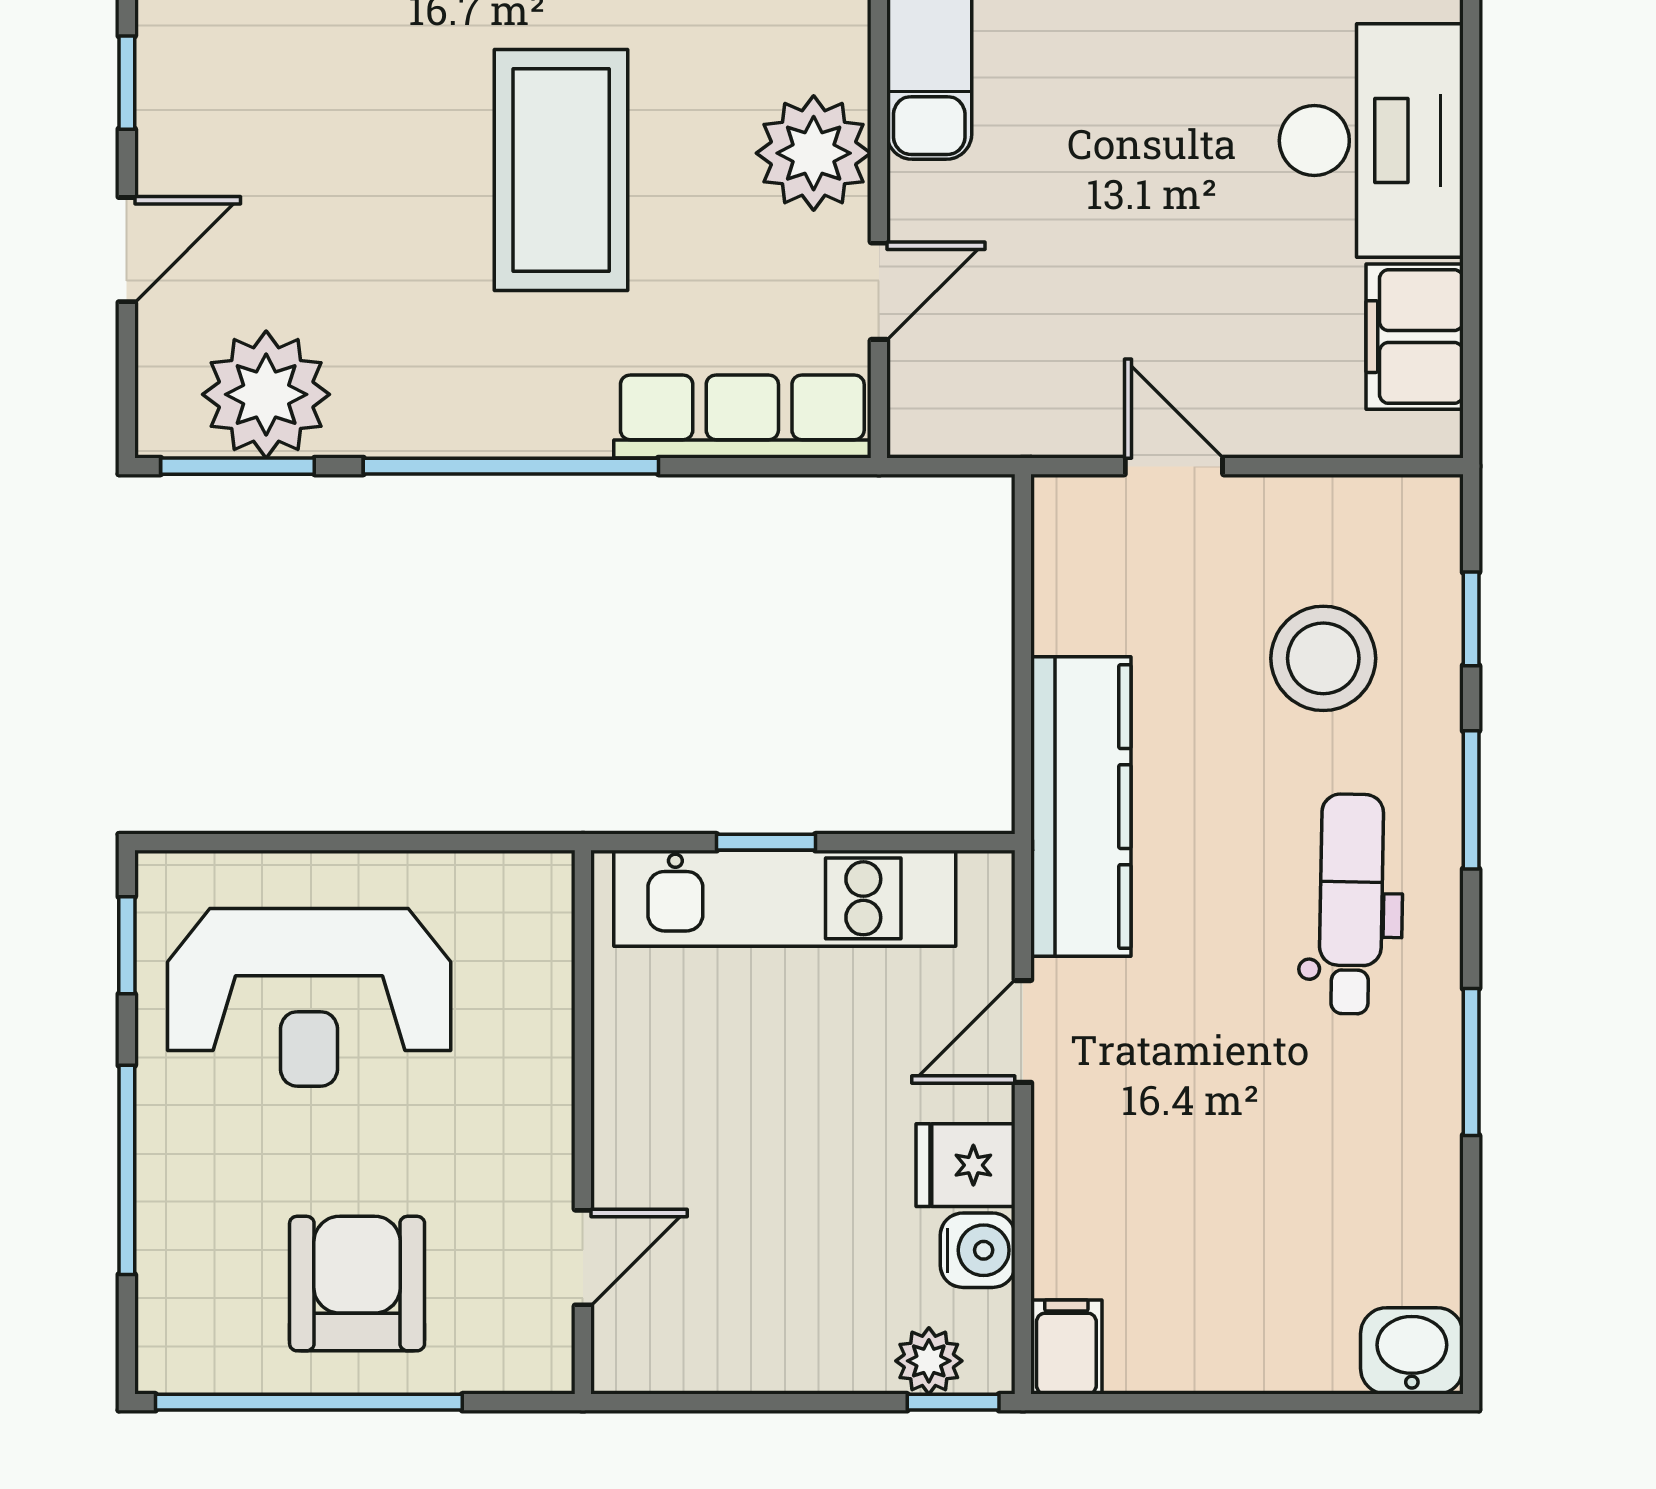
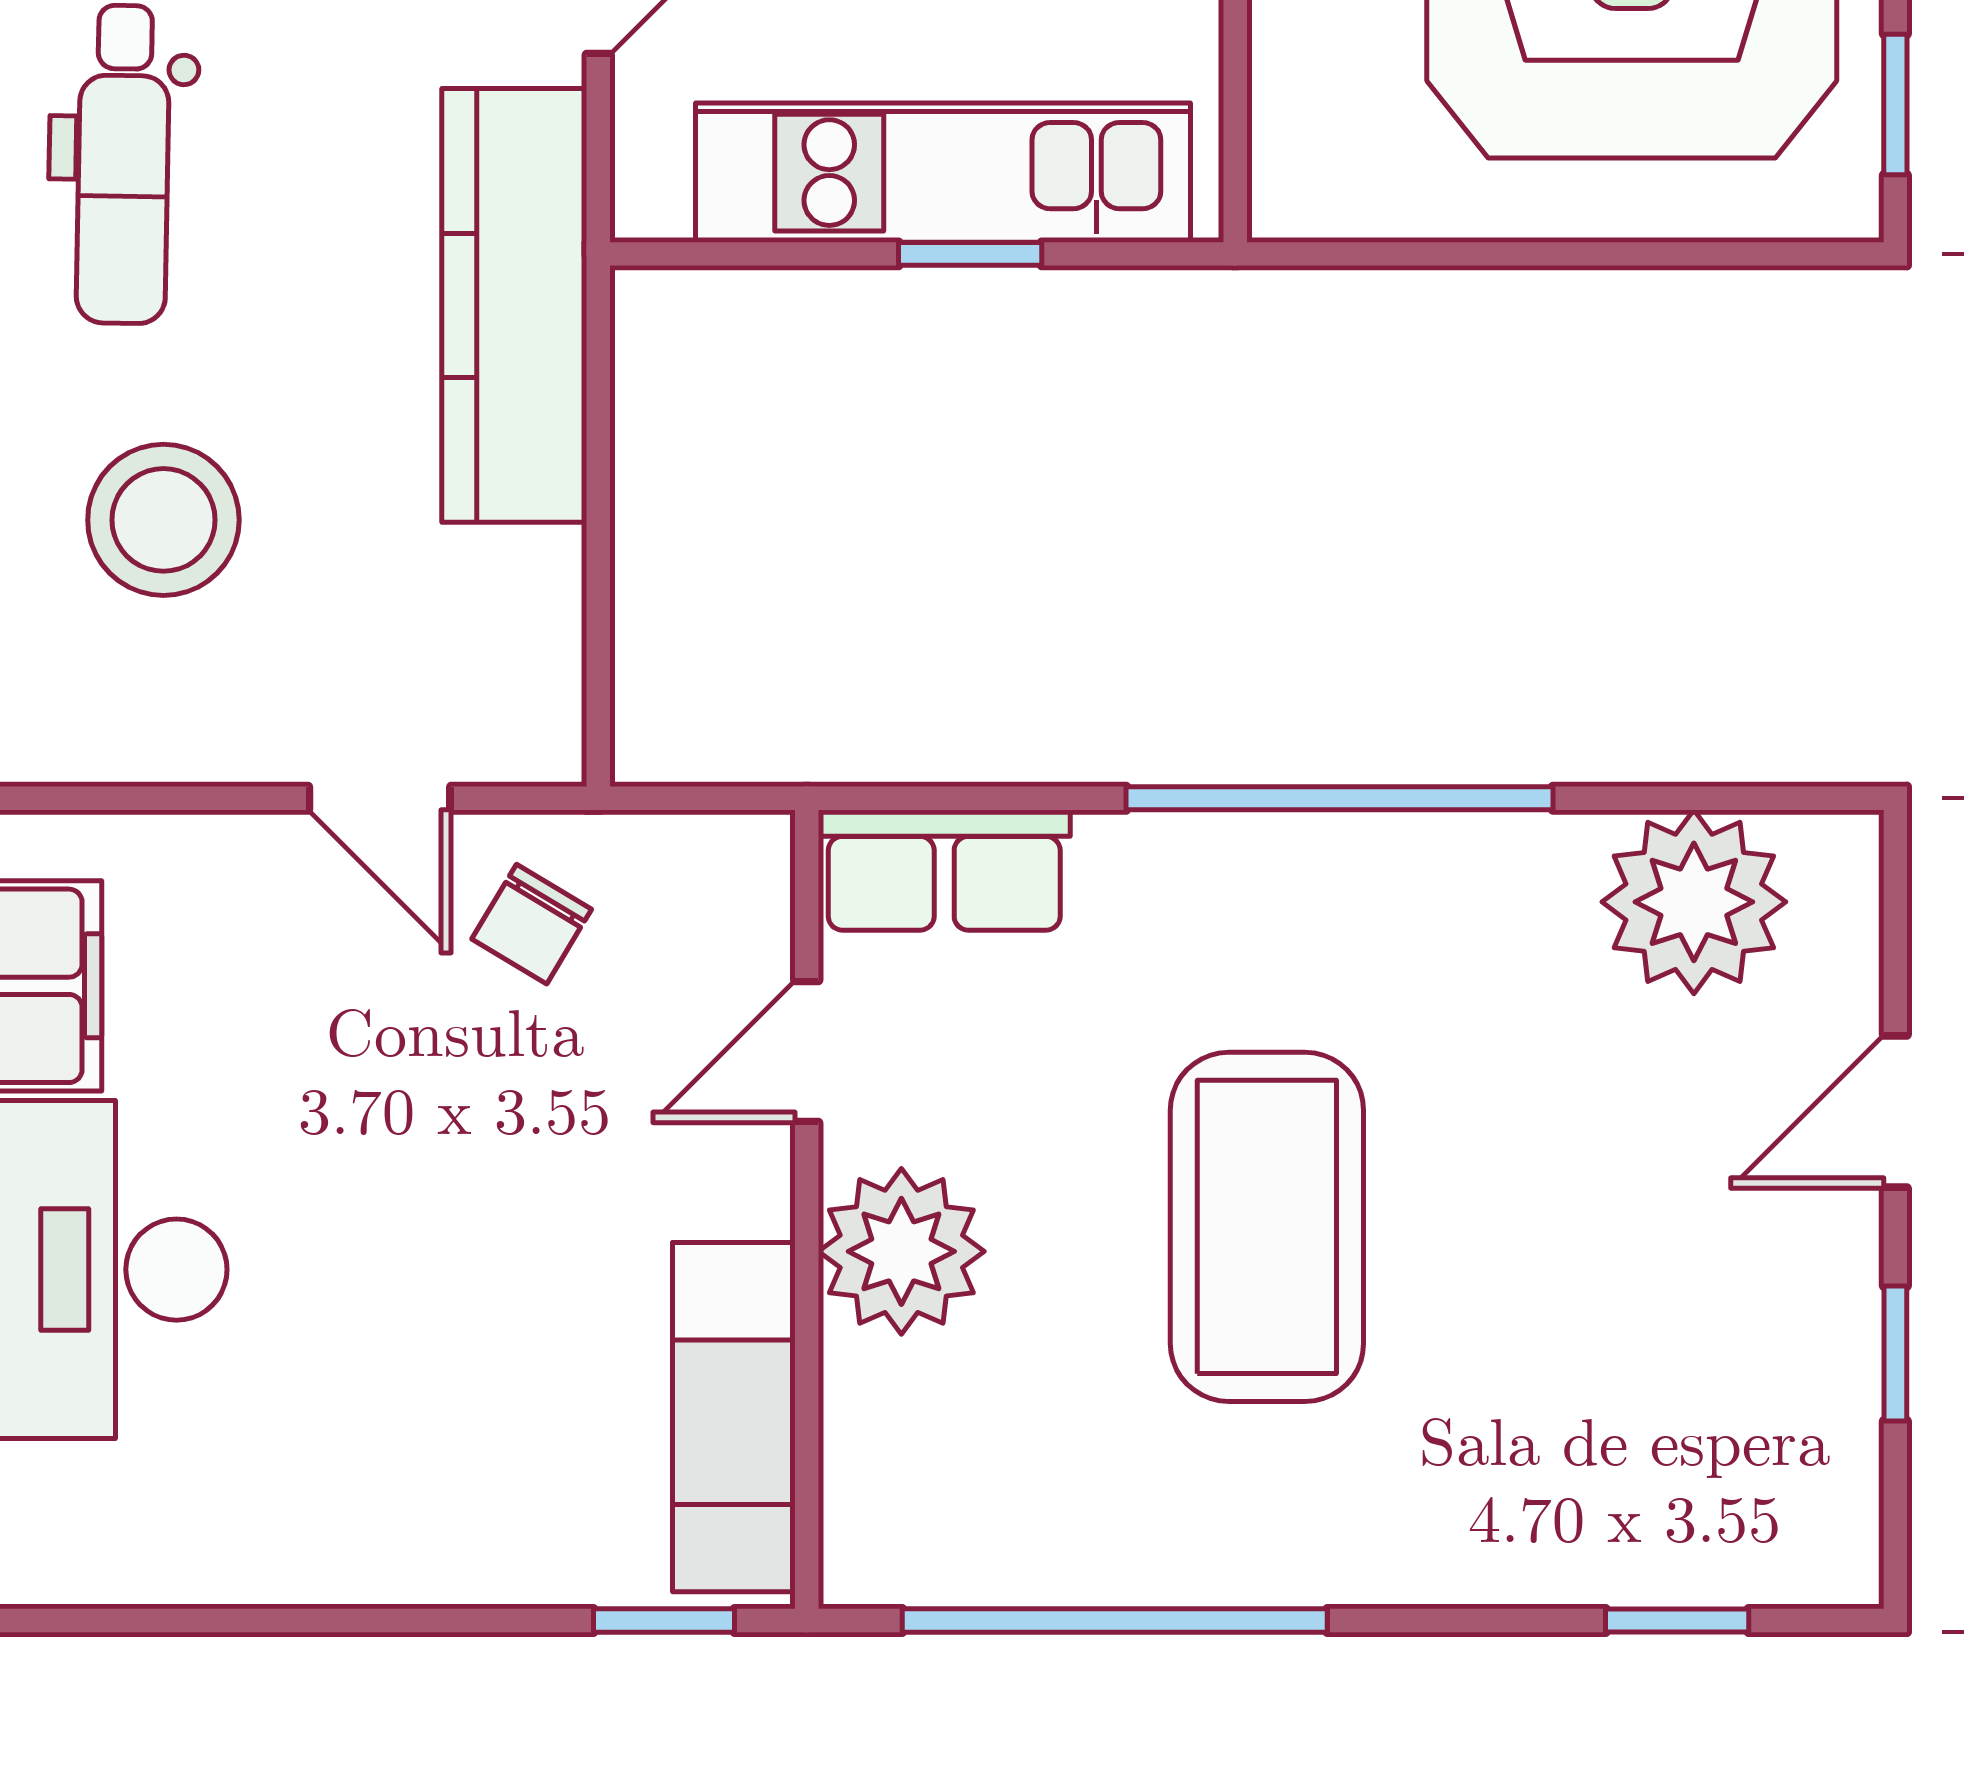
chair: (1069, 379) -> (532, 924), added
row of seats: (742, 417) -> (944, 870), width x0.68
window: (238, 466) -> (1735, 798), removed

